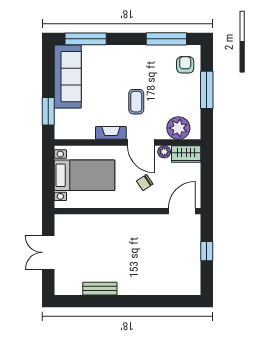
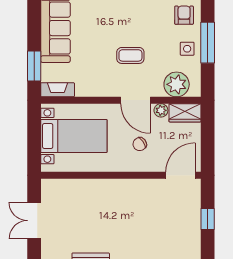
side table: (188, 95) -> (187, 49), added
coffee table: (136, 102) -> (130, 55), turned 90
fireplace: (111, 133) -> (58, 90), moved

